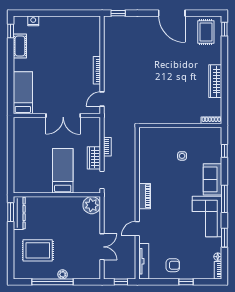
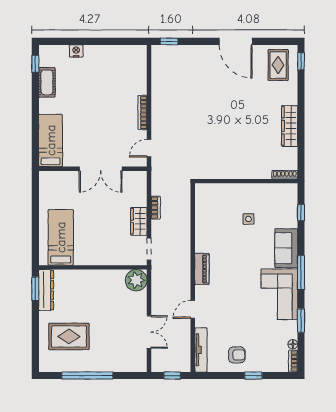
nightstand: (33, 21) -> (76, 51), moved
bed: (63, 171) -> (61, 237), moved
plant: (63, 274) -> (100, 366), removed

